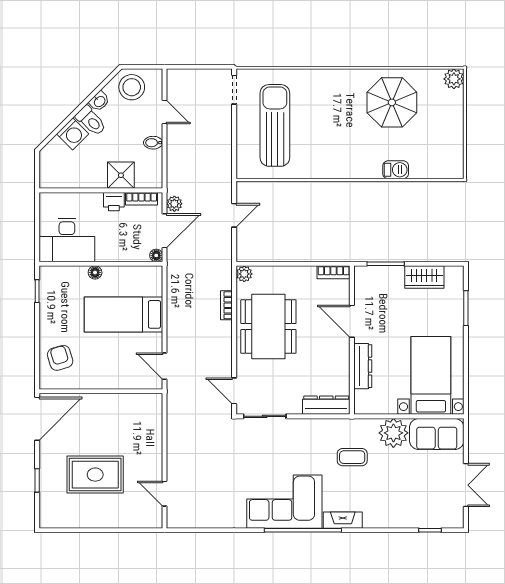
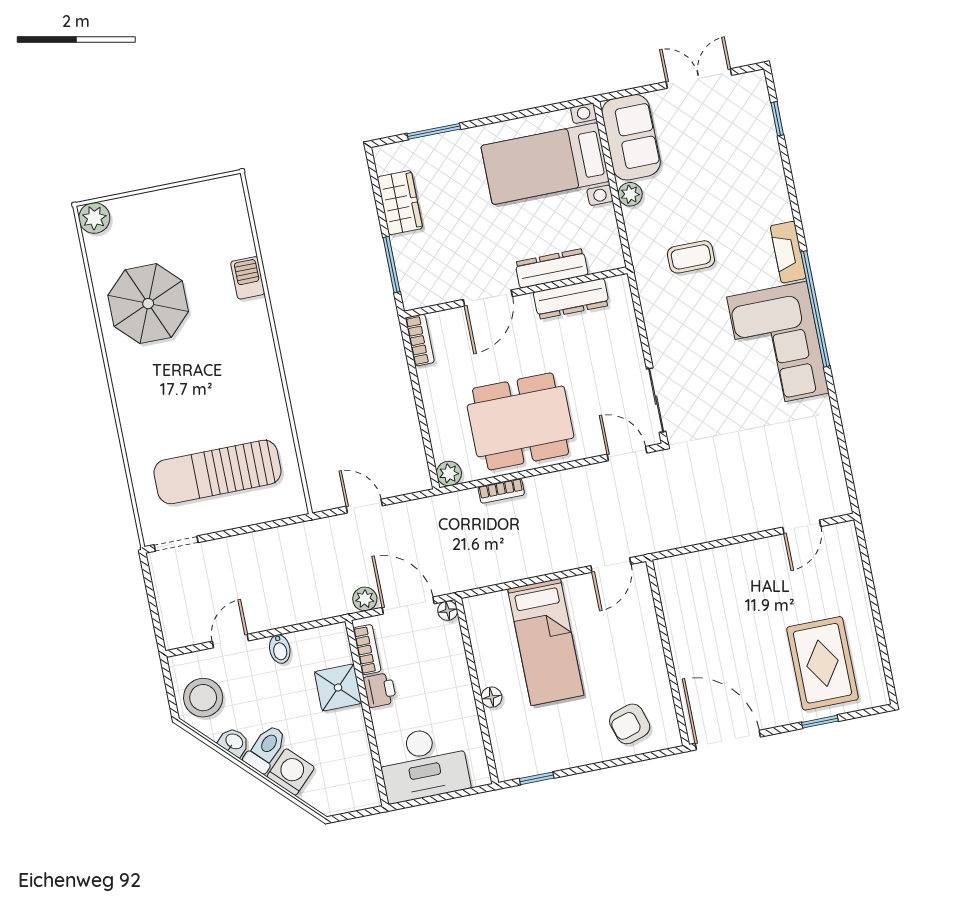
desk: (67, 240) -> (423, 764), moved, turned 90
door: (234, 391) -> (627, 454), swing flipped
dresser: (326, 405) -> (571, 299), moved, turned -90
plant: (393, 433) -> (630, 194), width x0.53, depth x0.53
coffee table: (352, 457) -> (691, 257), turned 90
rug: (95, 475) -> (822, 663), moved

